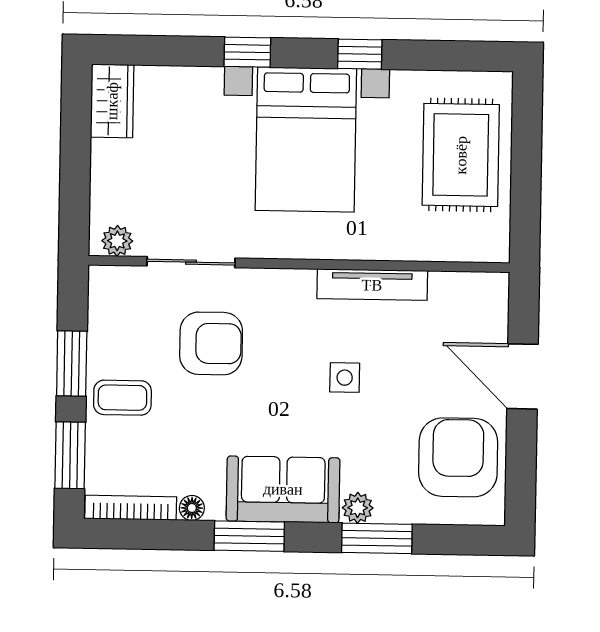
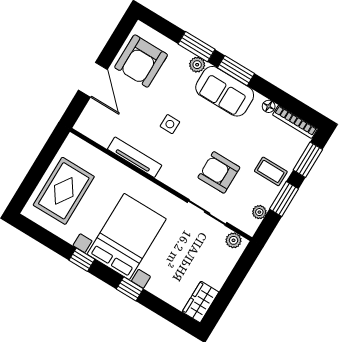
plant: (101, 316) -> (259, 212), added
window: (249, 536) -> (236, 71), moved

